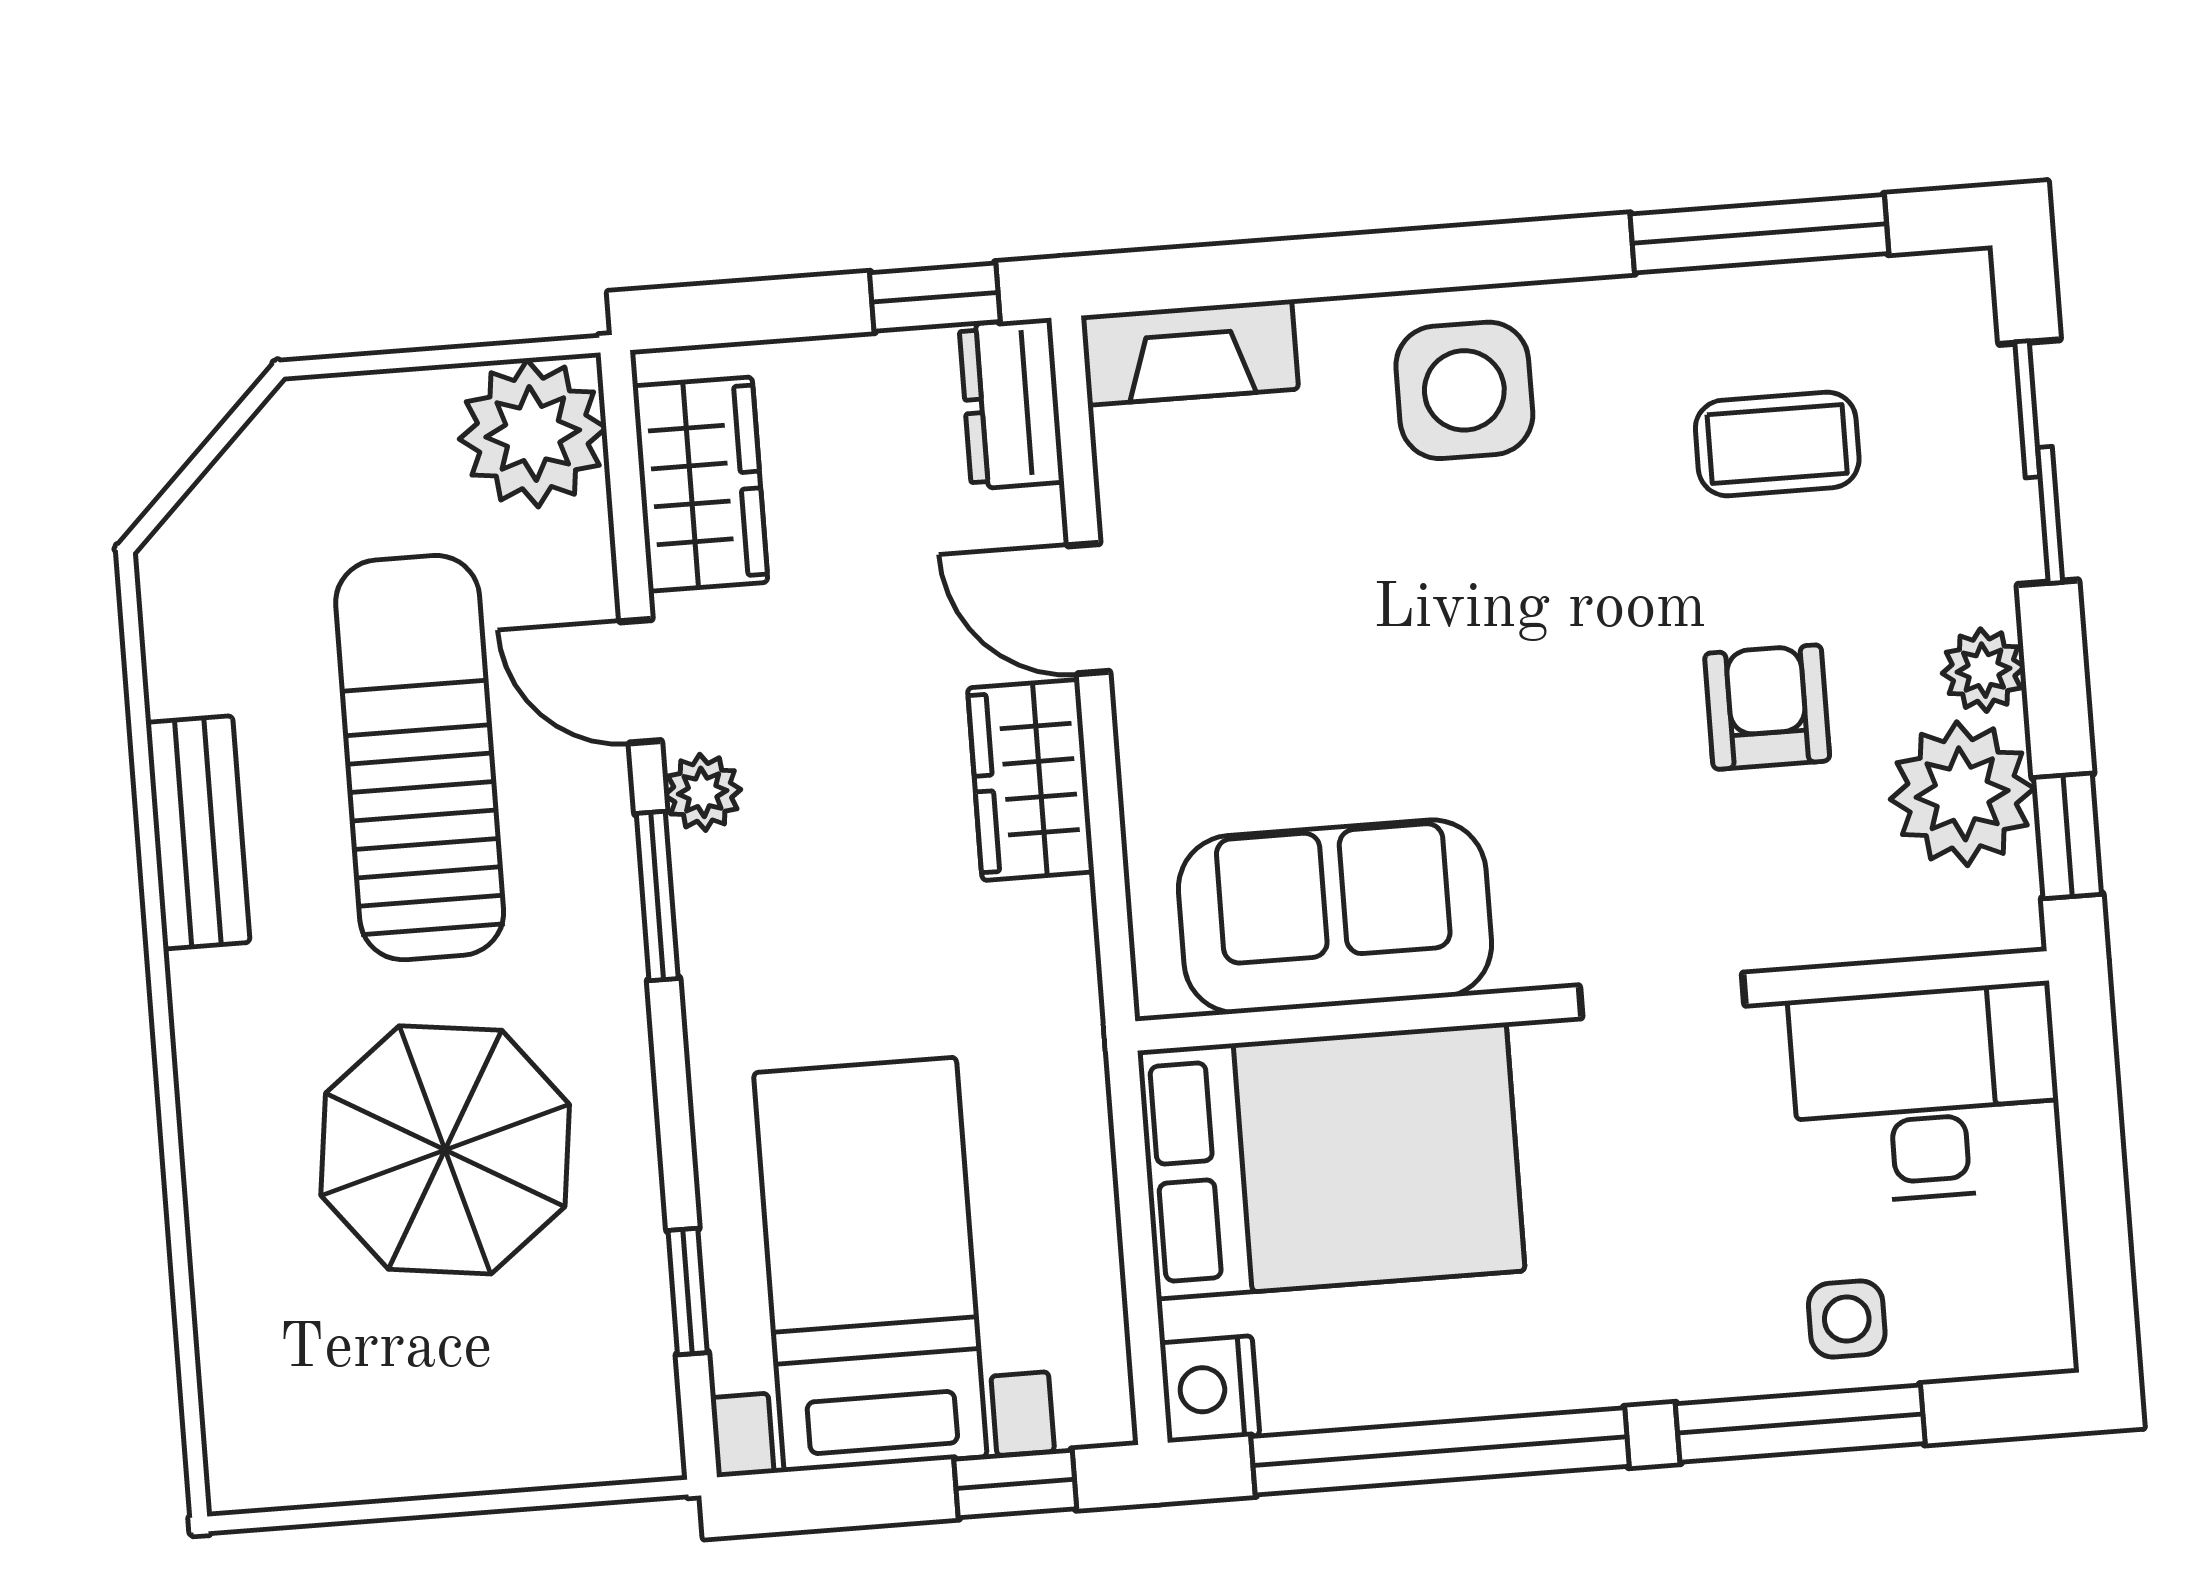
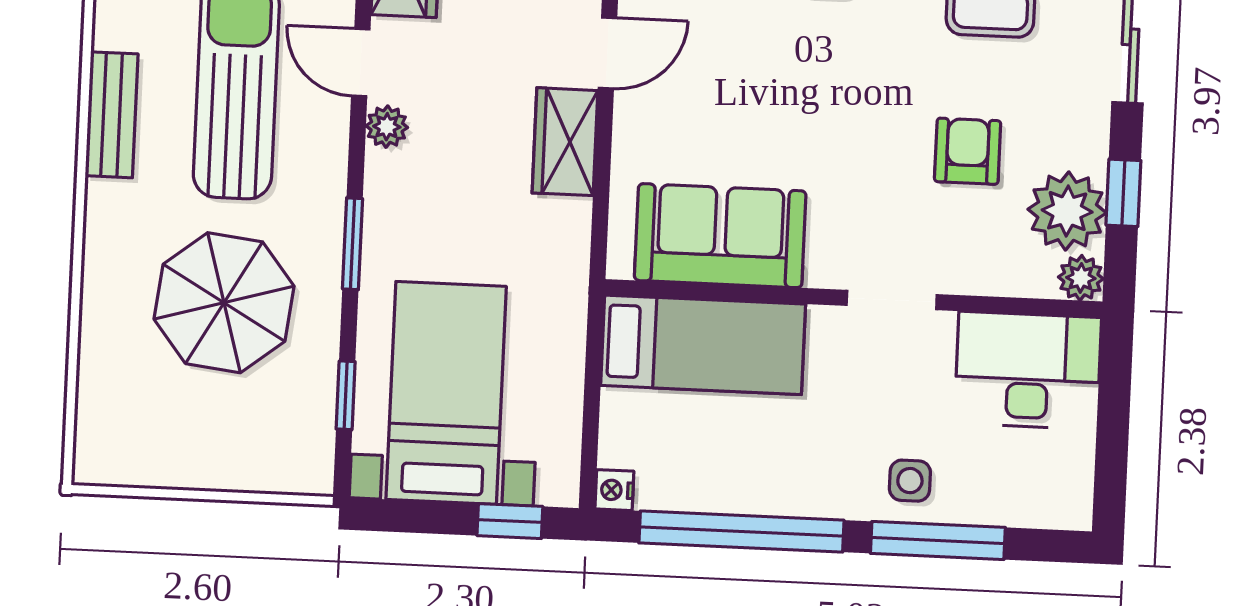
door: (1089, 609) -> (608, 53), swing flipped
plant: (1984, 670) -> (1081, 278), moved
window: (2068, 836) -> (1123, 193), moved
window: (657, 896) -> (353, 244), moved
bed: (1331, 1161) -> (703, 345), width x0.67
side table: (1847, 1319) -> (910, 481), moved
nightstand: (1210, 1389) -> (614, 490), width x0.72, depth x0.74

